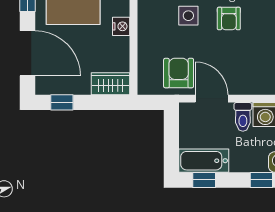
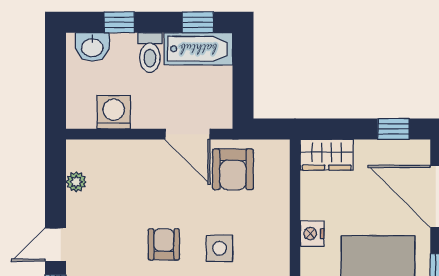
toilet: (243, 117) -> (150, 53), moved, turned 180

